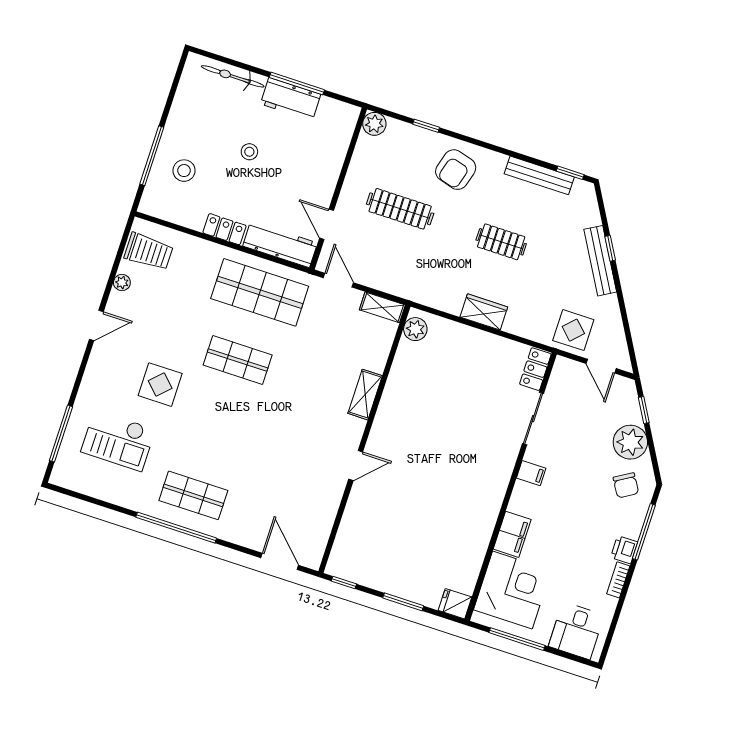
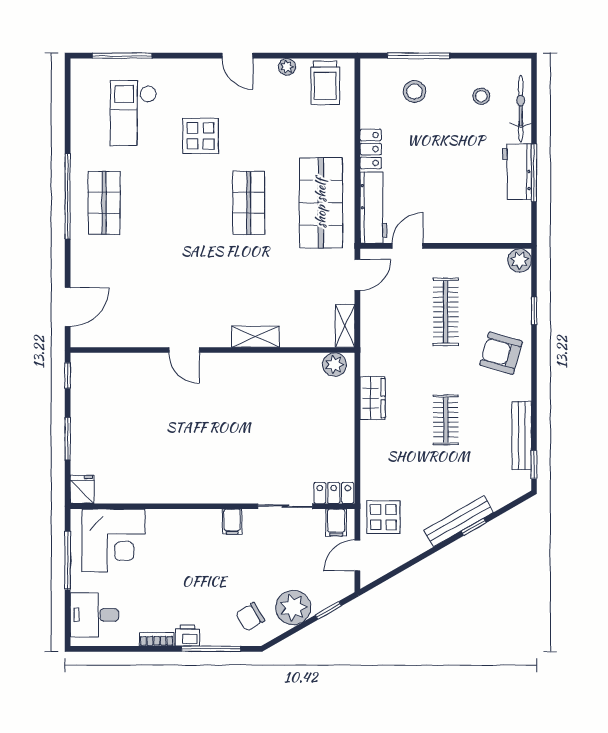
stool: (249, 152) -> (481, 96), moved
wardrobe: (484, 312) -> (373, 398), moved
filing cabinet: (512, 534) -> (336, 523), moved, width x0.50

